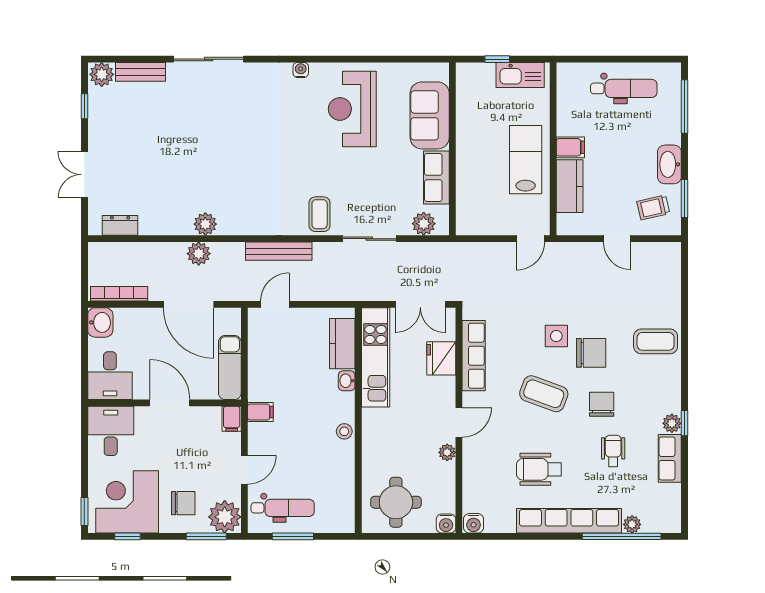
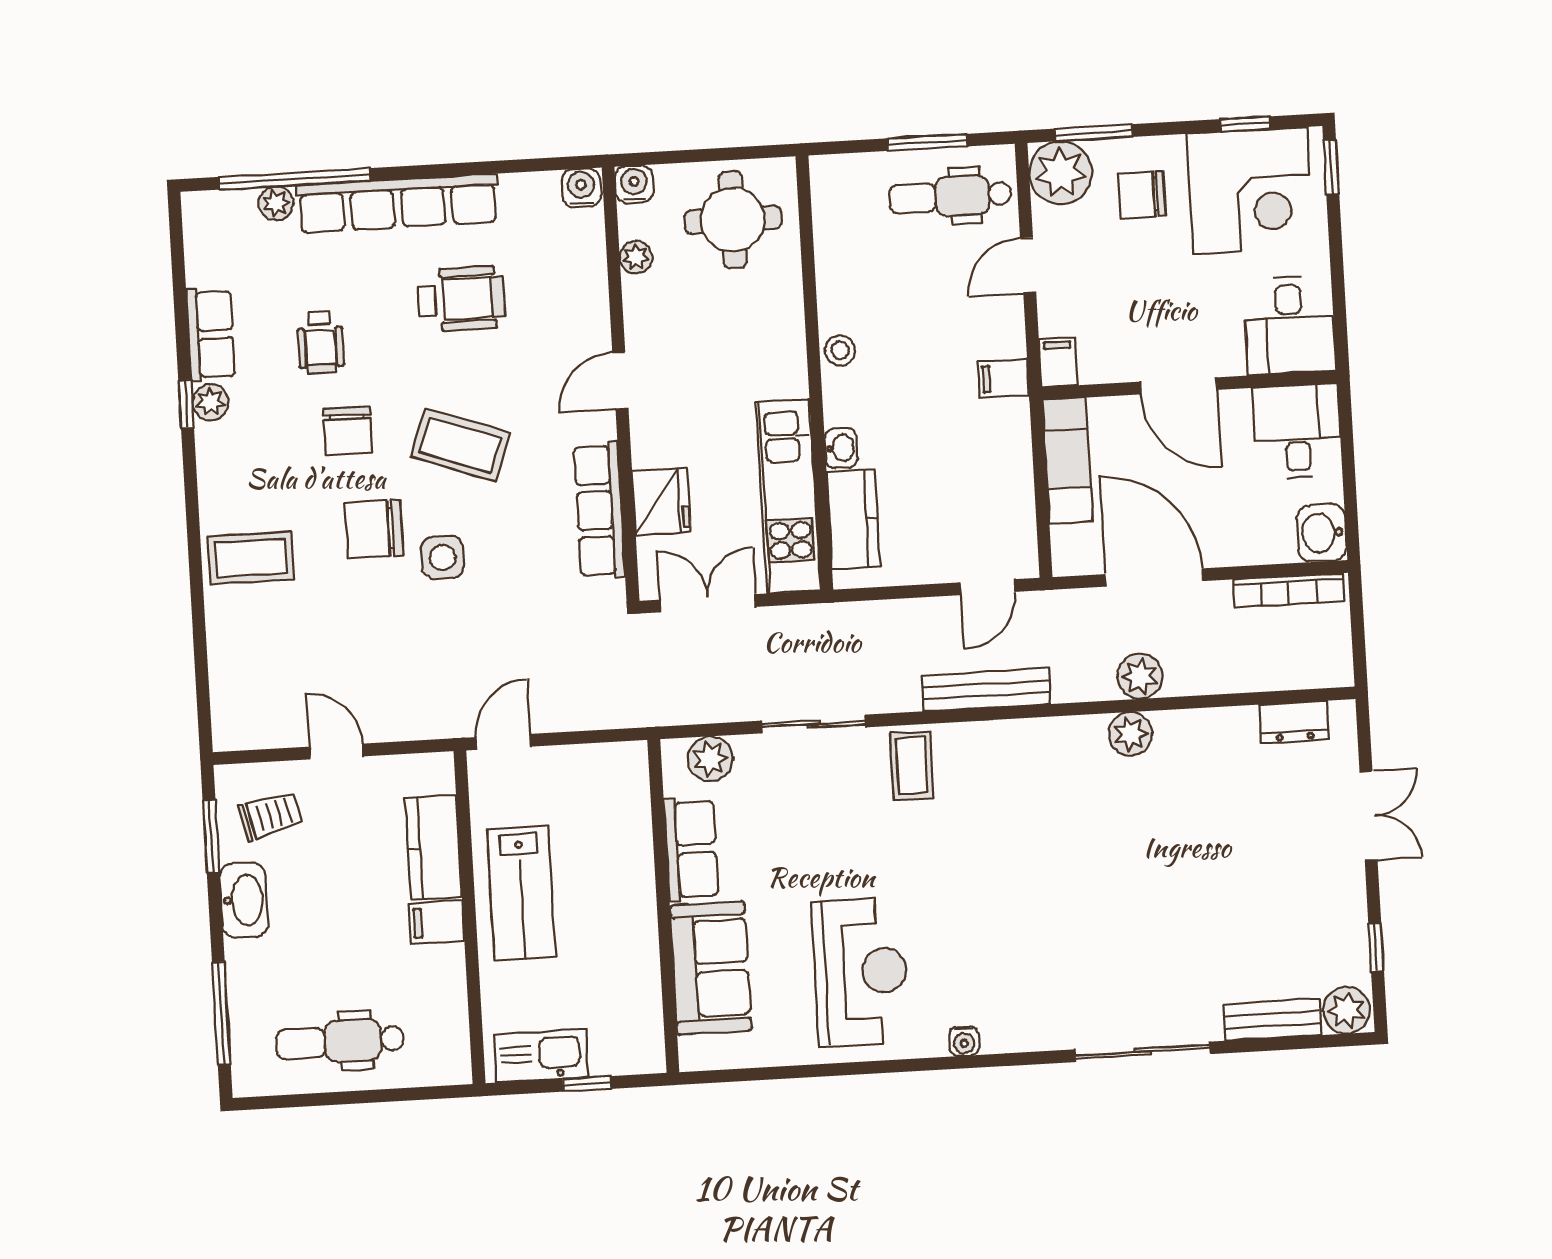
plant: (447, 452) -> (636, 257), moved

